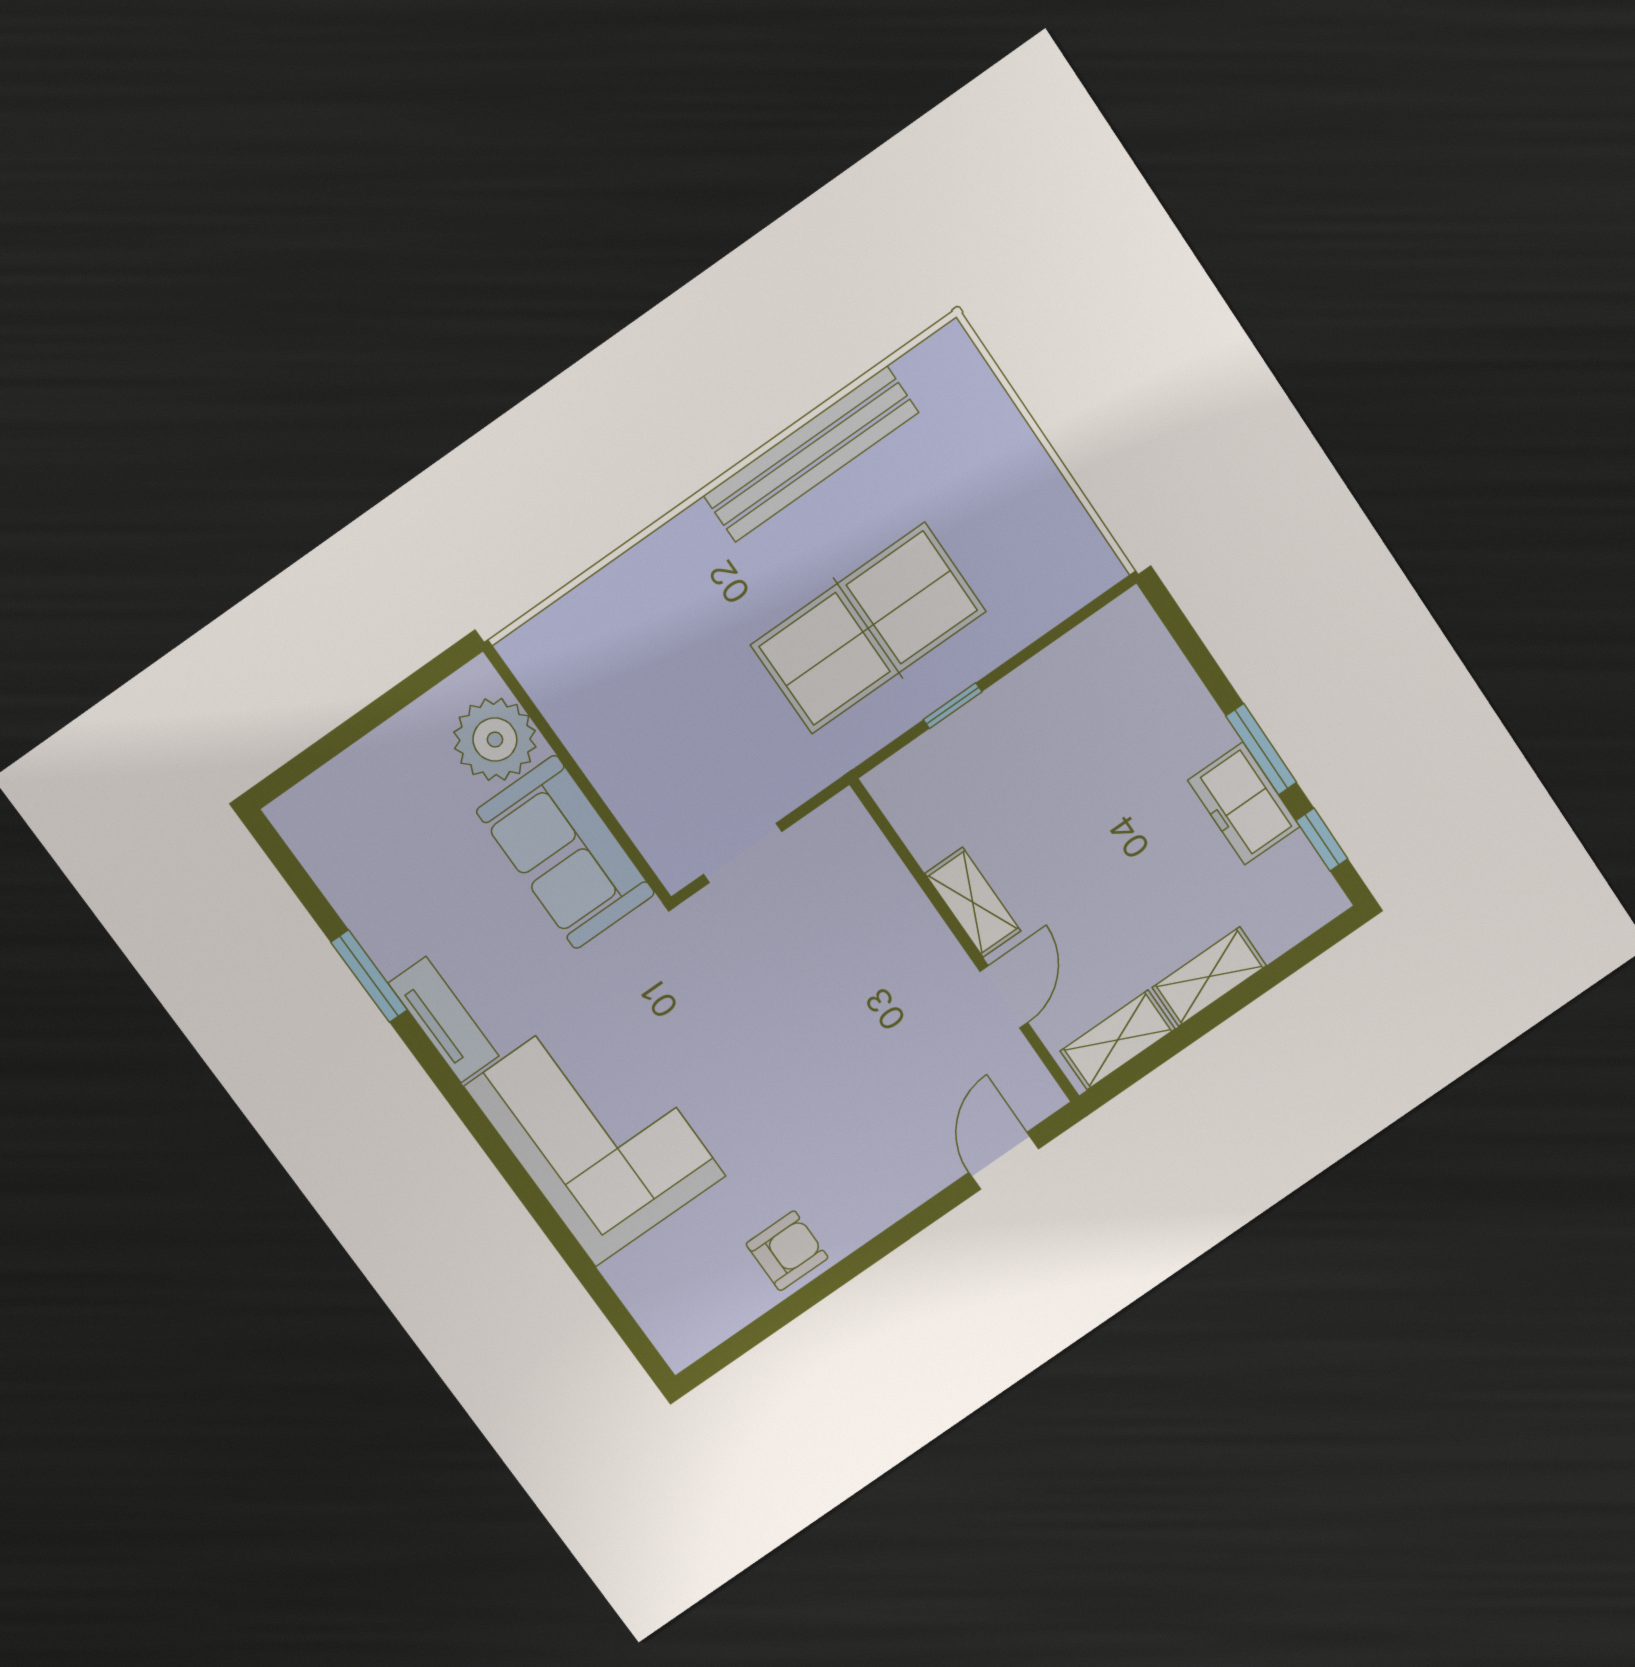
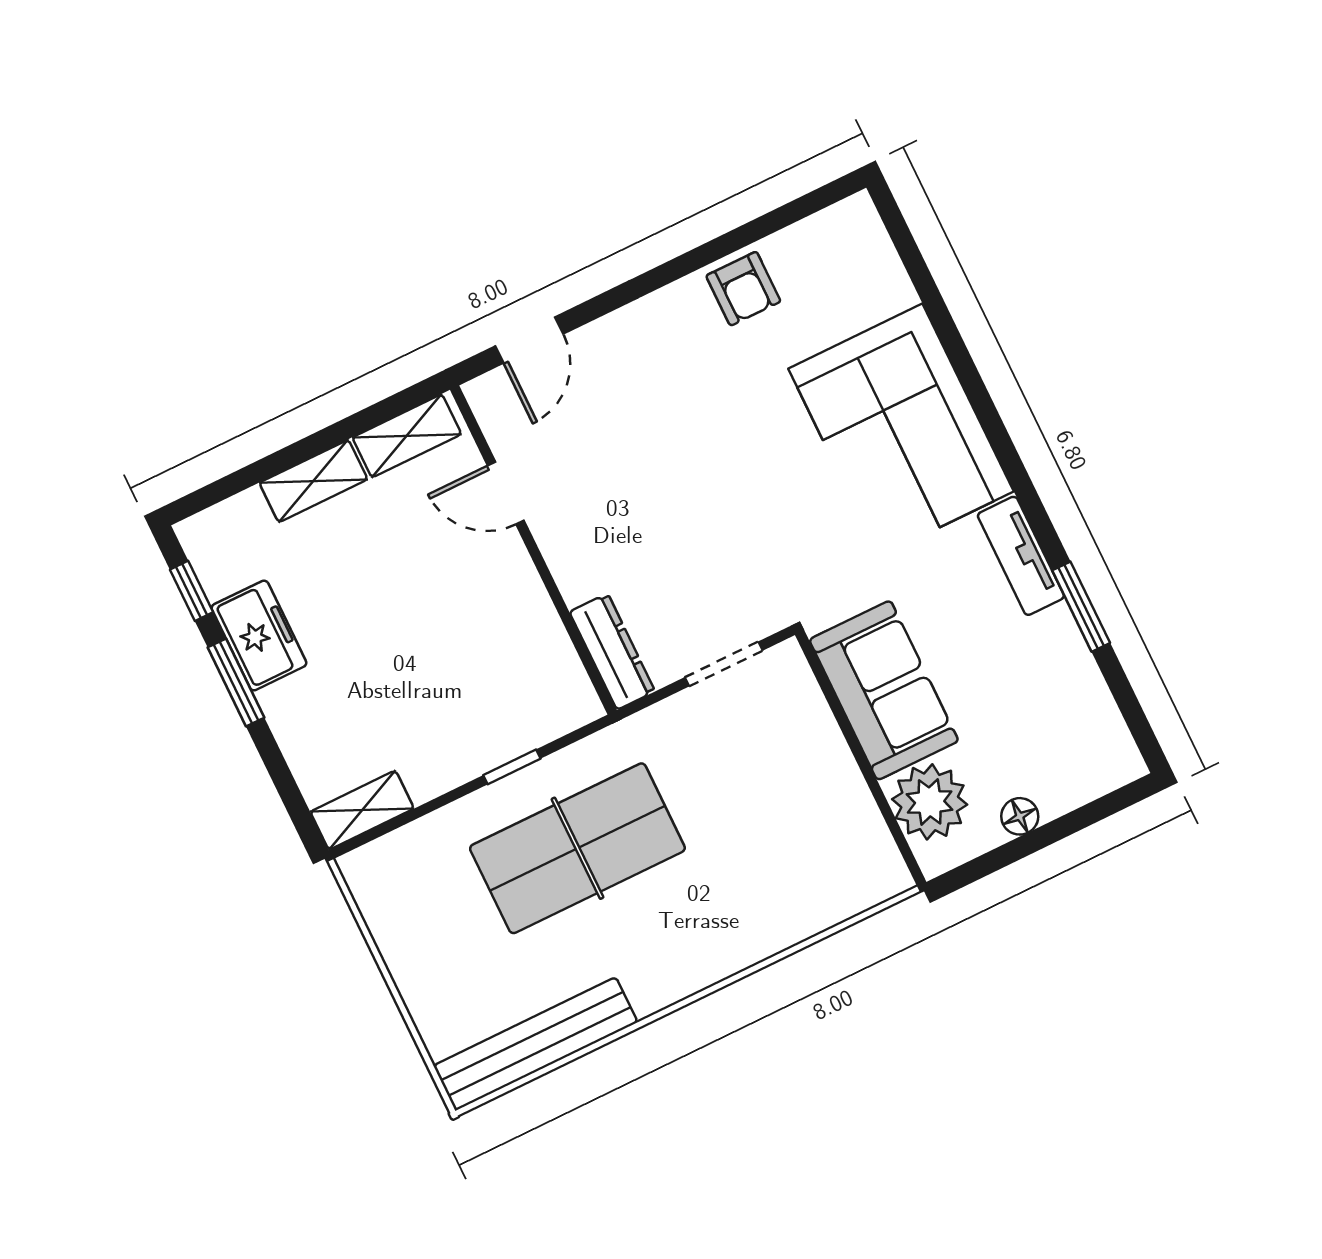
bench: (811, 454) -> (536, 1044), moved
floor lamp: (394, 739) -> (1020, 816), added
dresser: (864, 847) -> (612, 652), added
shelving: (973, 902) -> (362, 810), moved, turned 90
door: (1004, 997) -> (506, 493), hinge flipped
armchair: (787, 1251) -> (743, 289), turned -90

